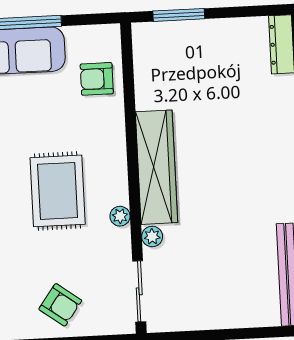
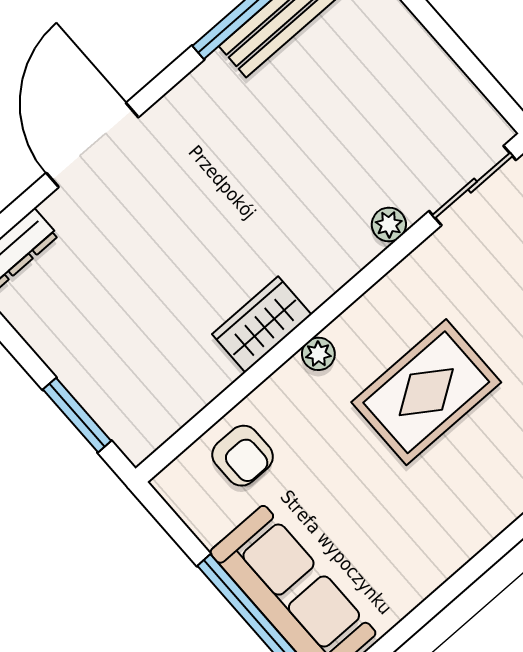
wardrobe: (157, 167) -> (262, 324), width x0.48, depth x0.85
plant: (120, 216) -> (318, 354), moved

